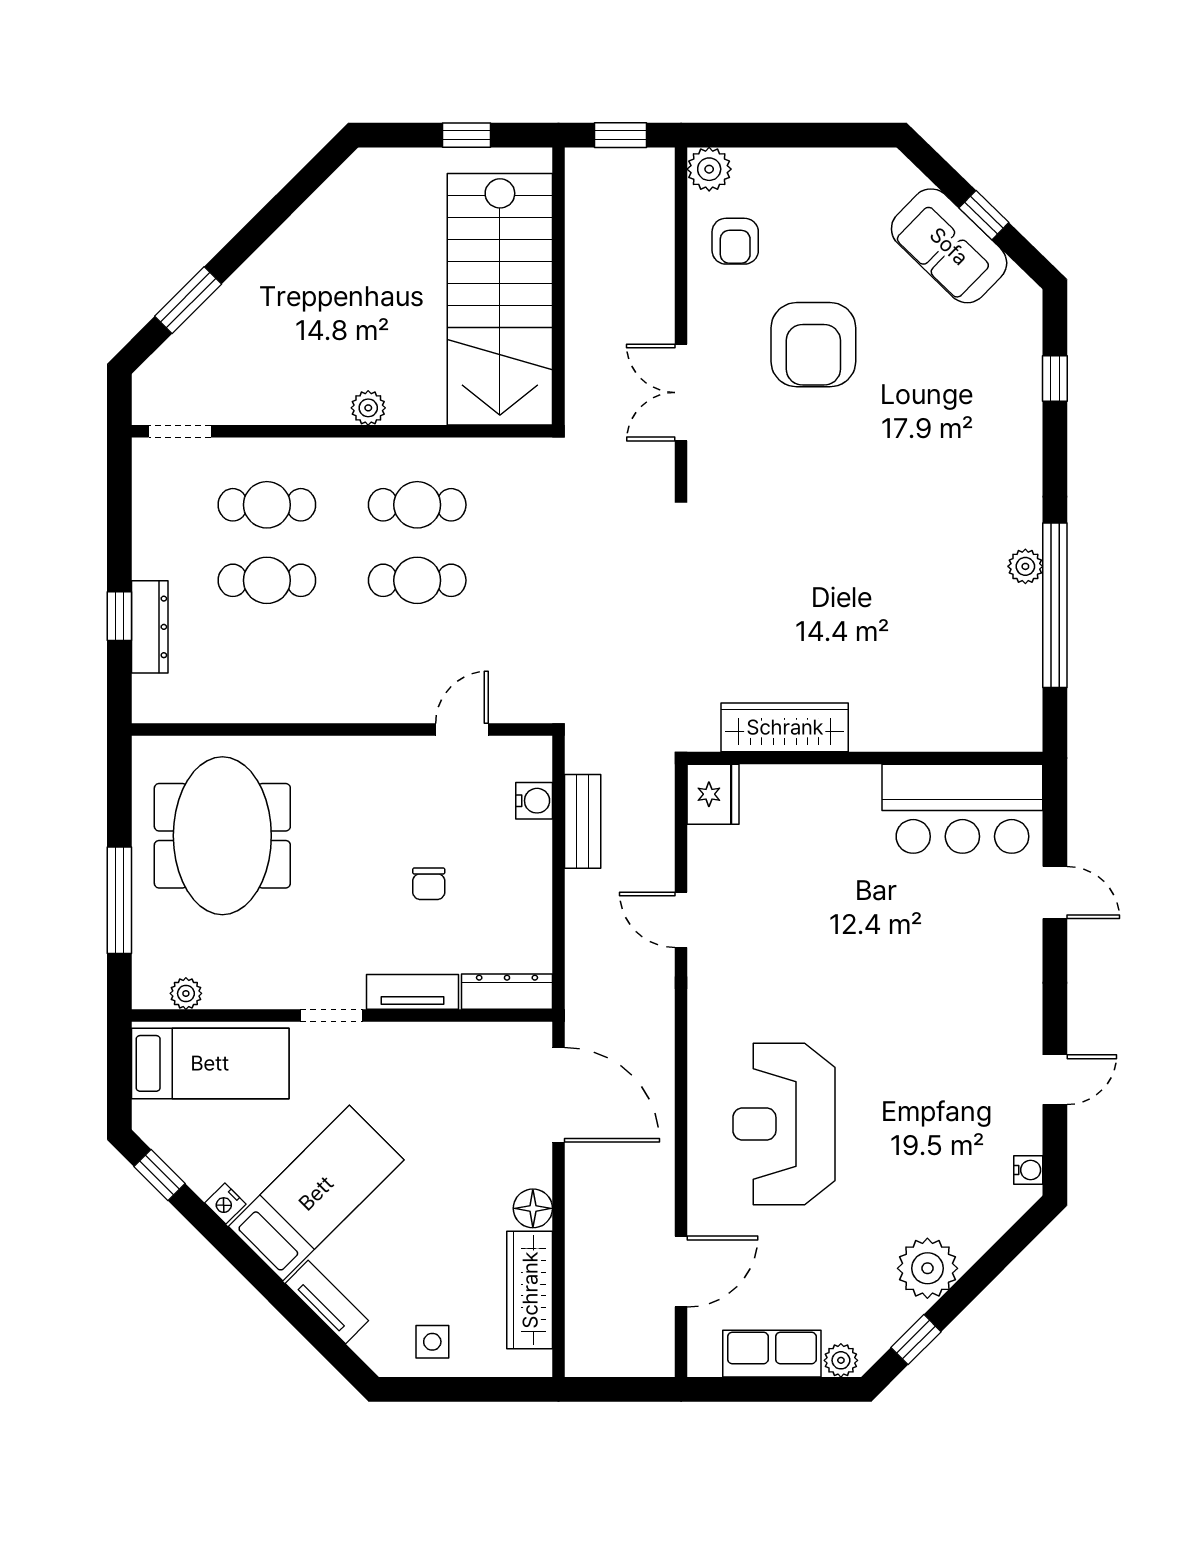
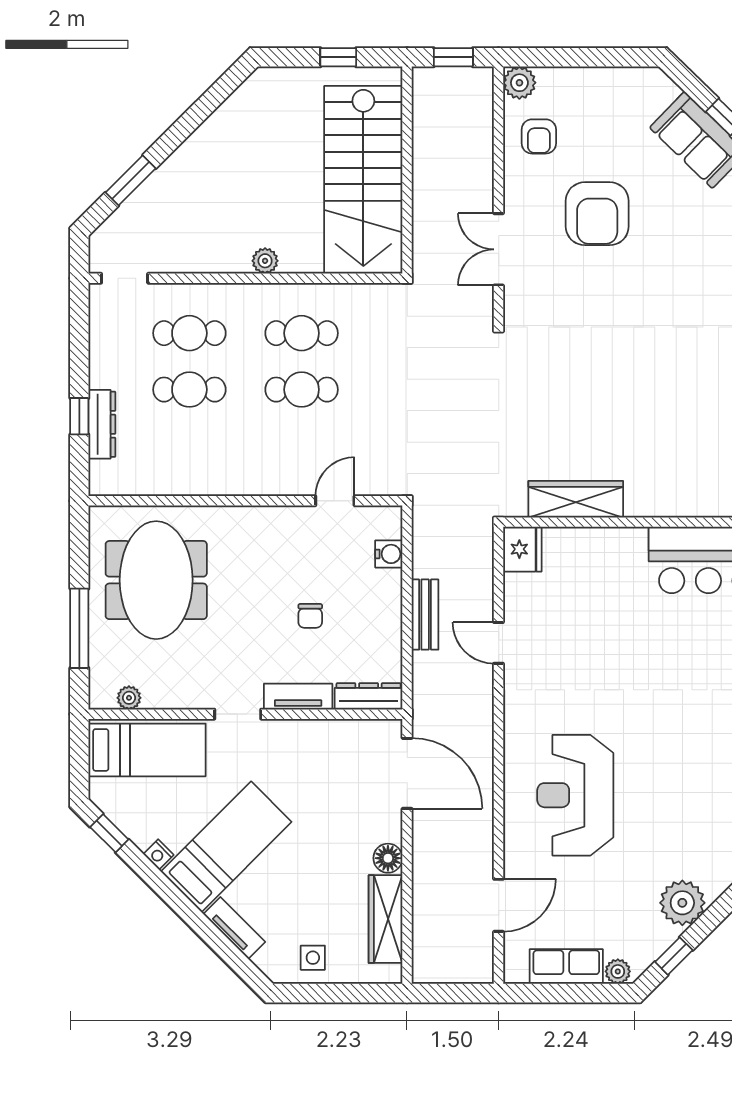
bench: (583, 821) -> (425, 615), moved

